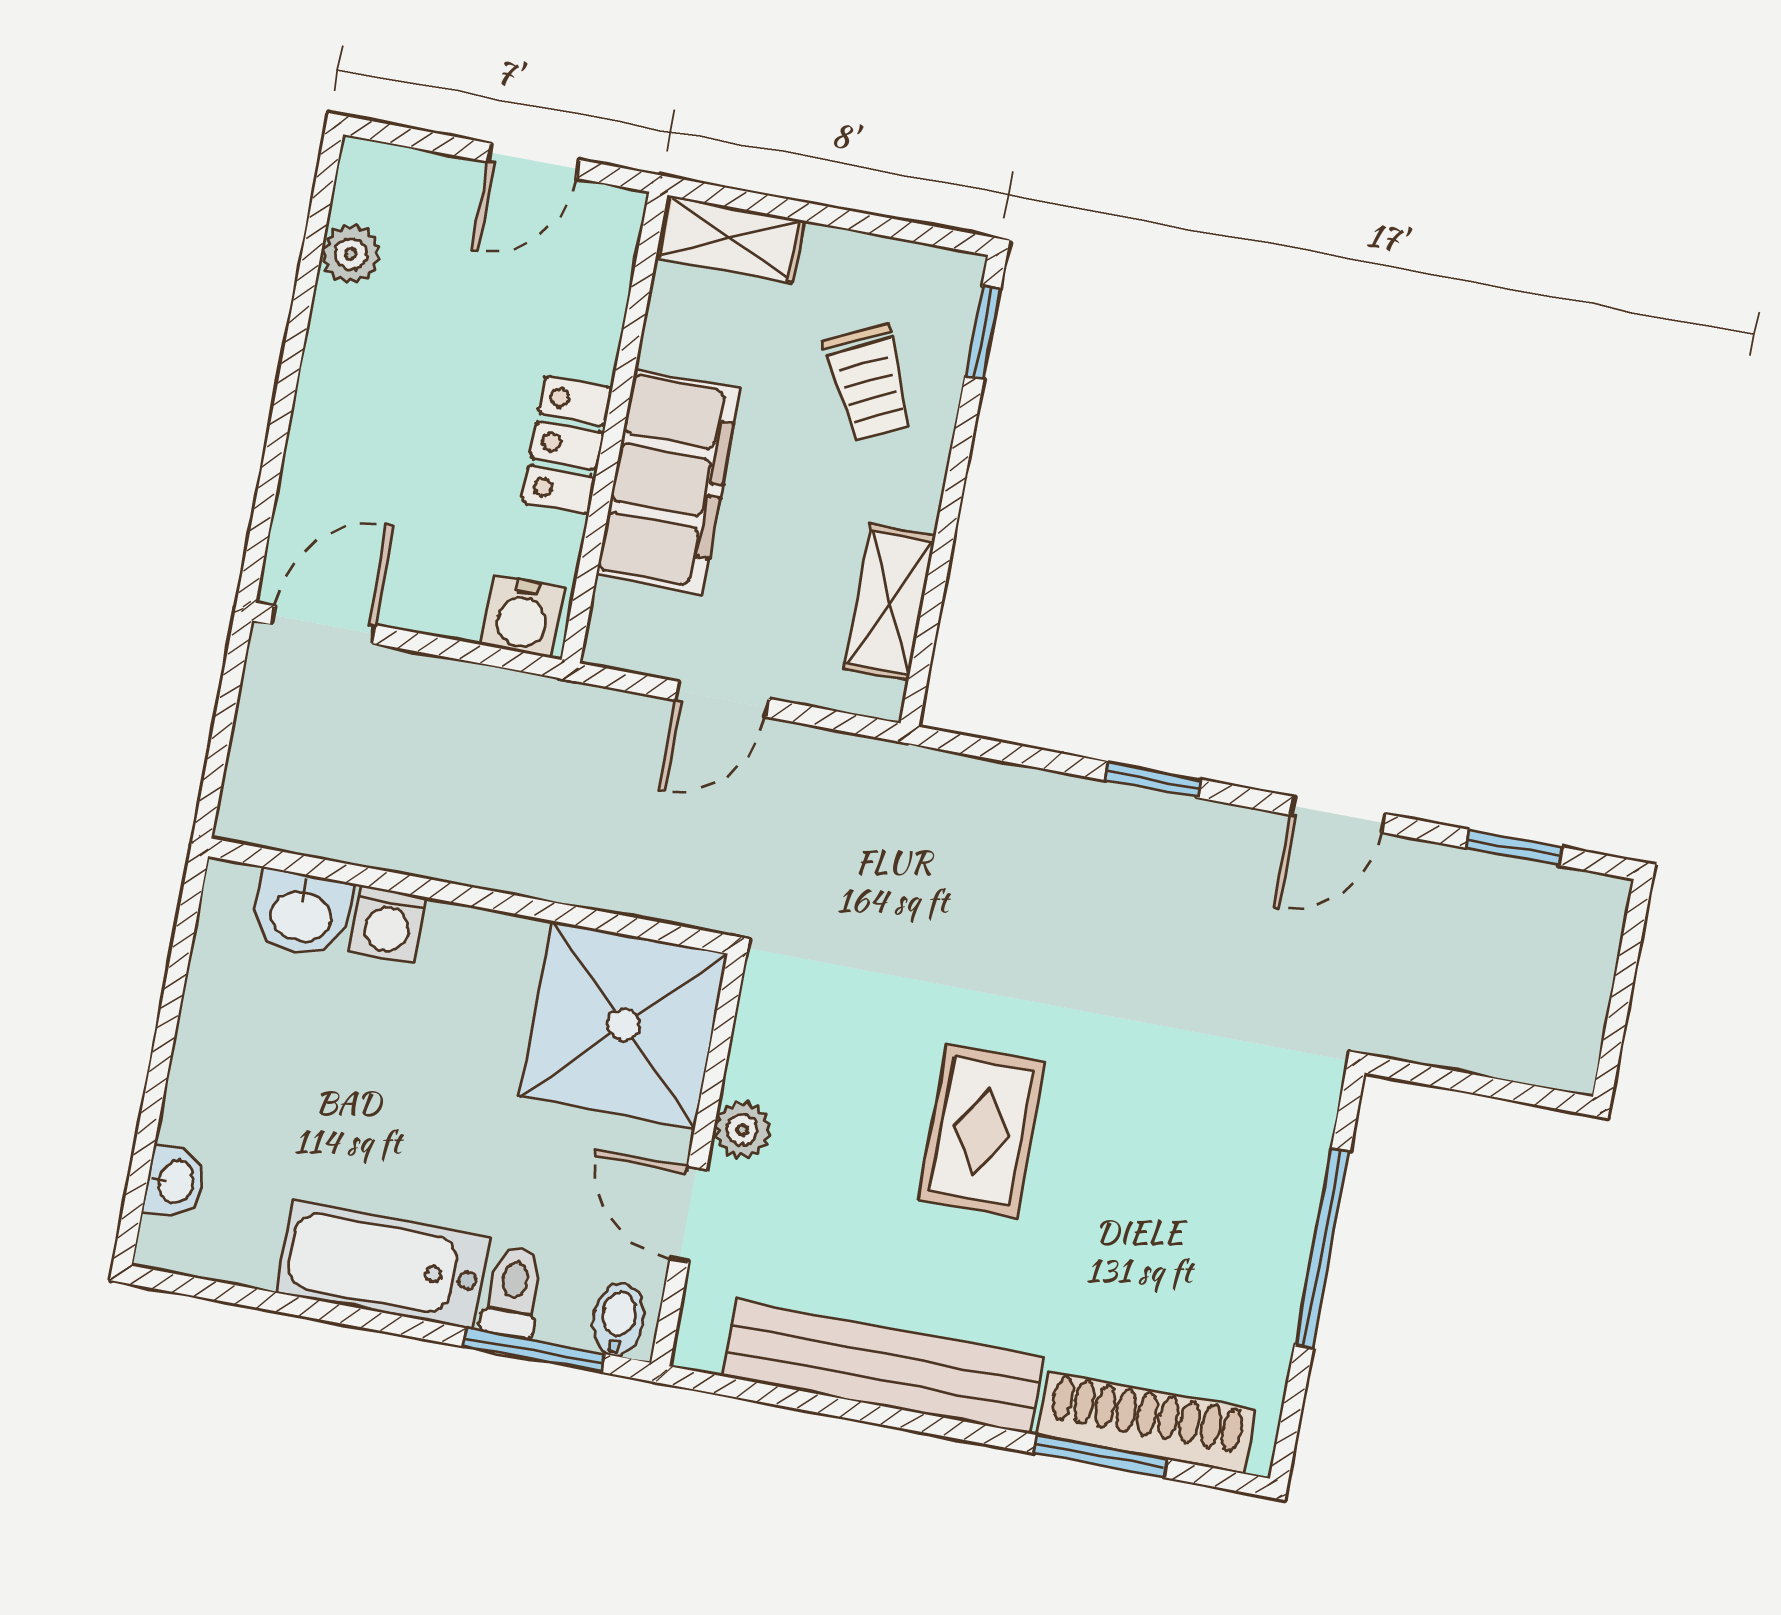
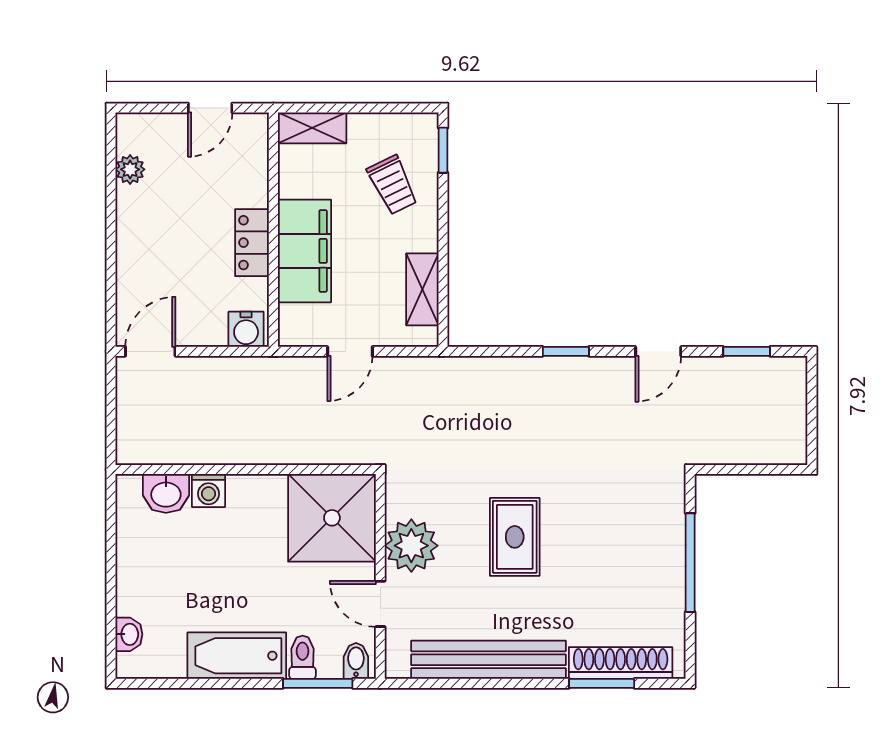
plant: (742, 1130) -> (411, 546), width x1.88, depth x1.88

